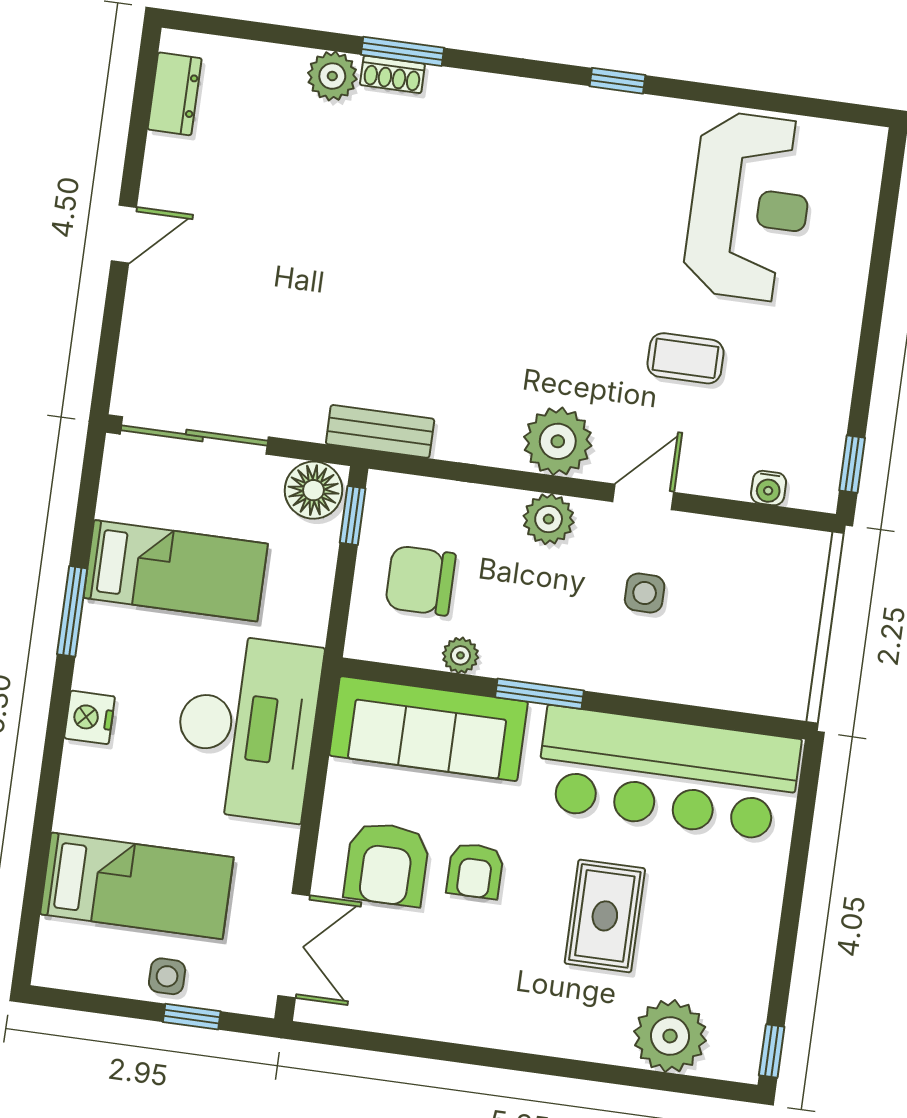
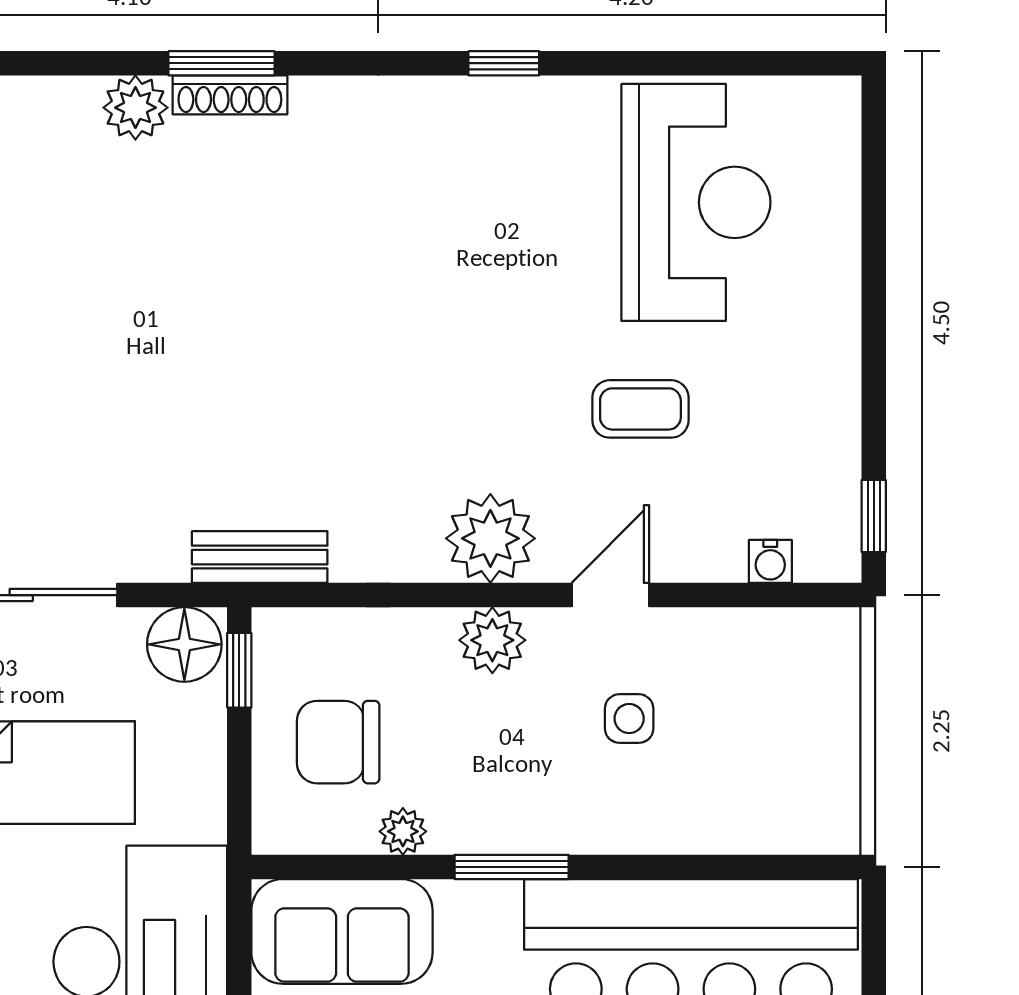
shoe rack: (392, 74) -> (230, 95), width x1.43
sofa: (429, 729) -> (342, 931), width x0.73

